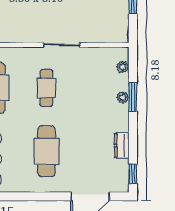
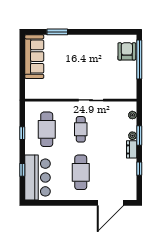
dresser: (122, 146) -> (132, 149), moved
window: (133, 174) -> (139, 169), moved

